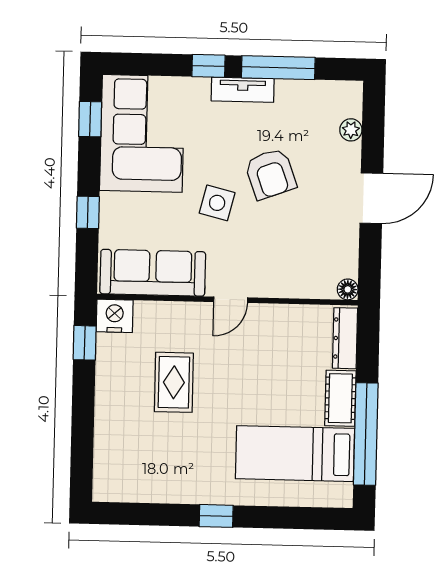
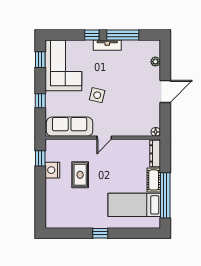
armchair: (271, 174) -> (120, 82), removed
nightstand: (115, 316) -> (52, 170), moved, turned -90

